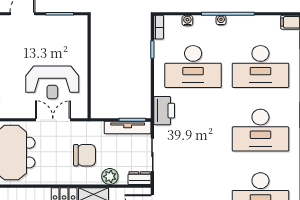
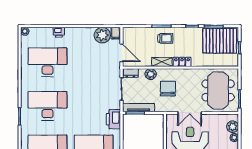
chair: (85, 155) -> (168, 89), turned 90

